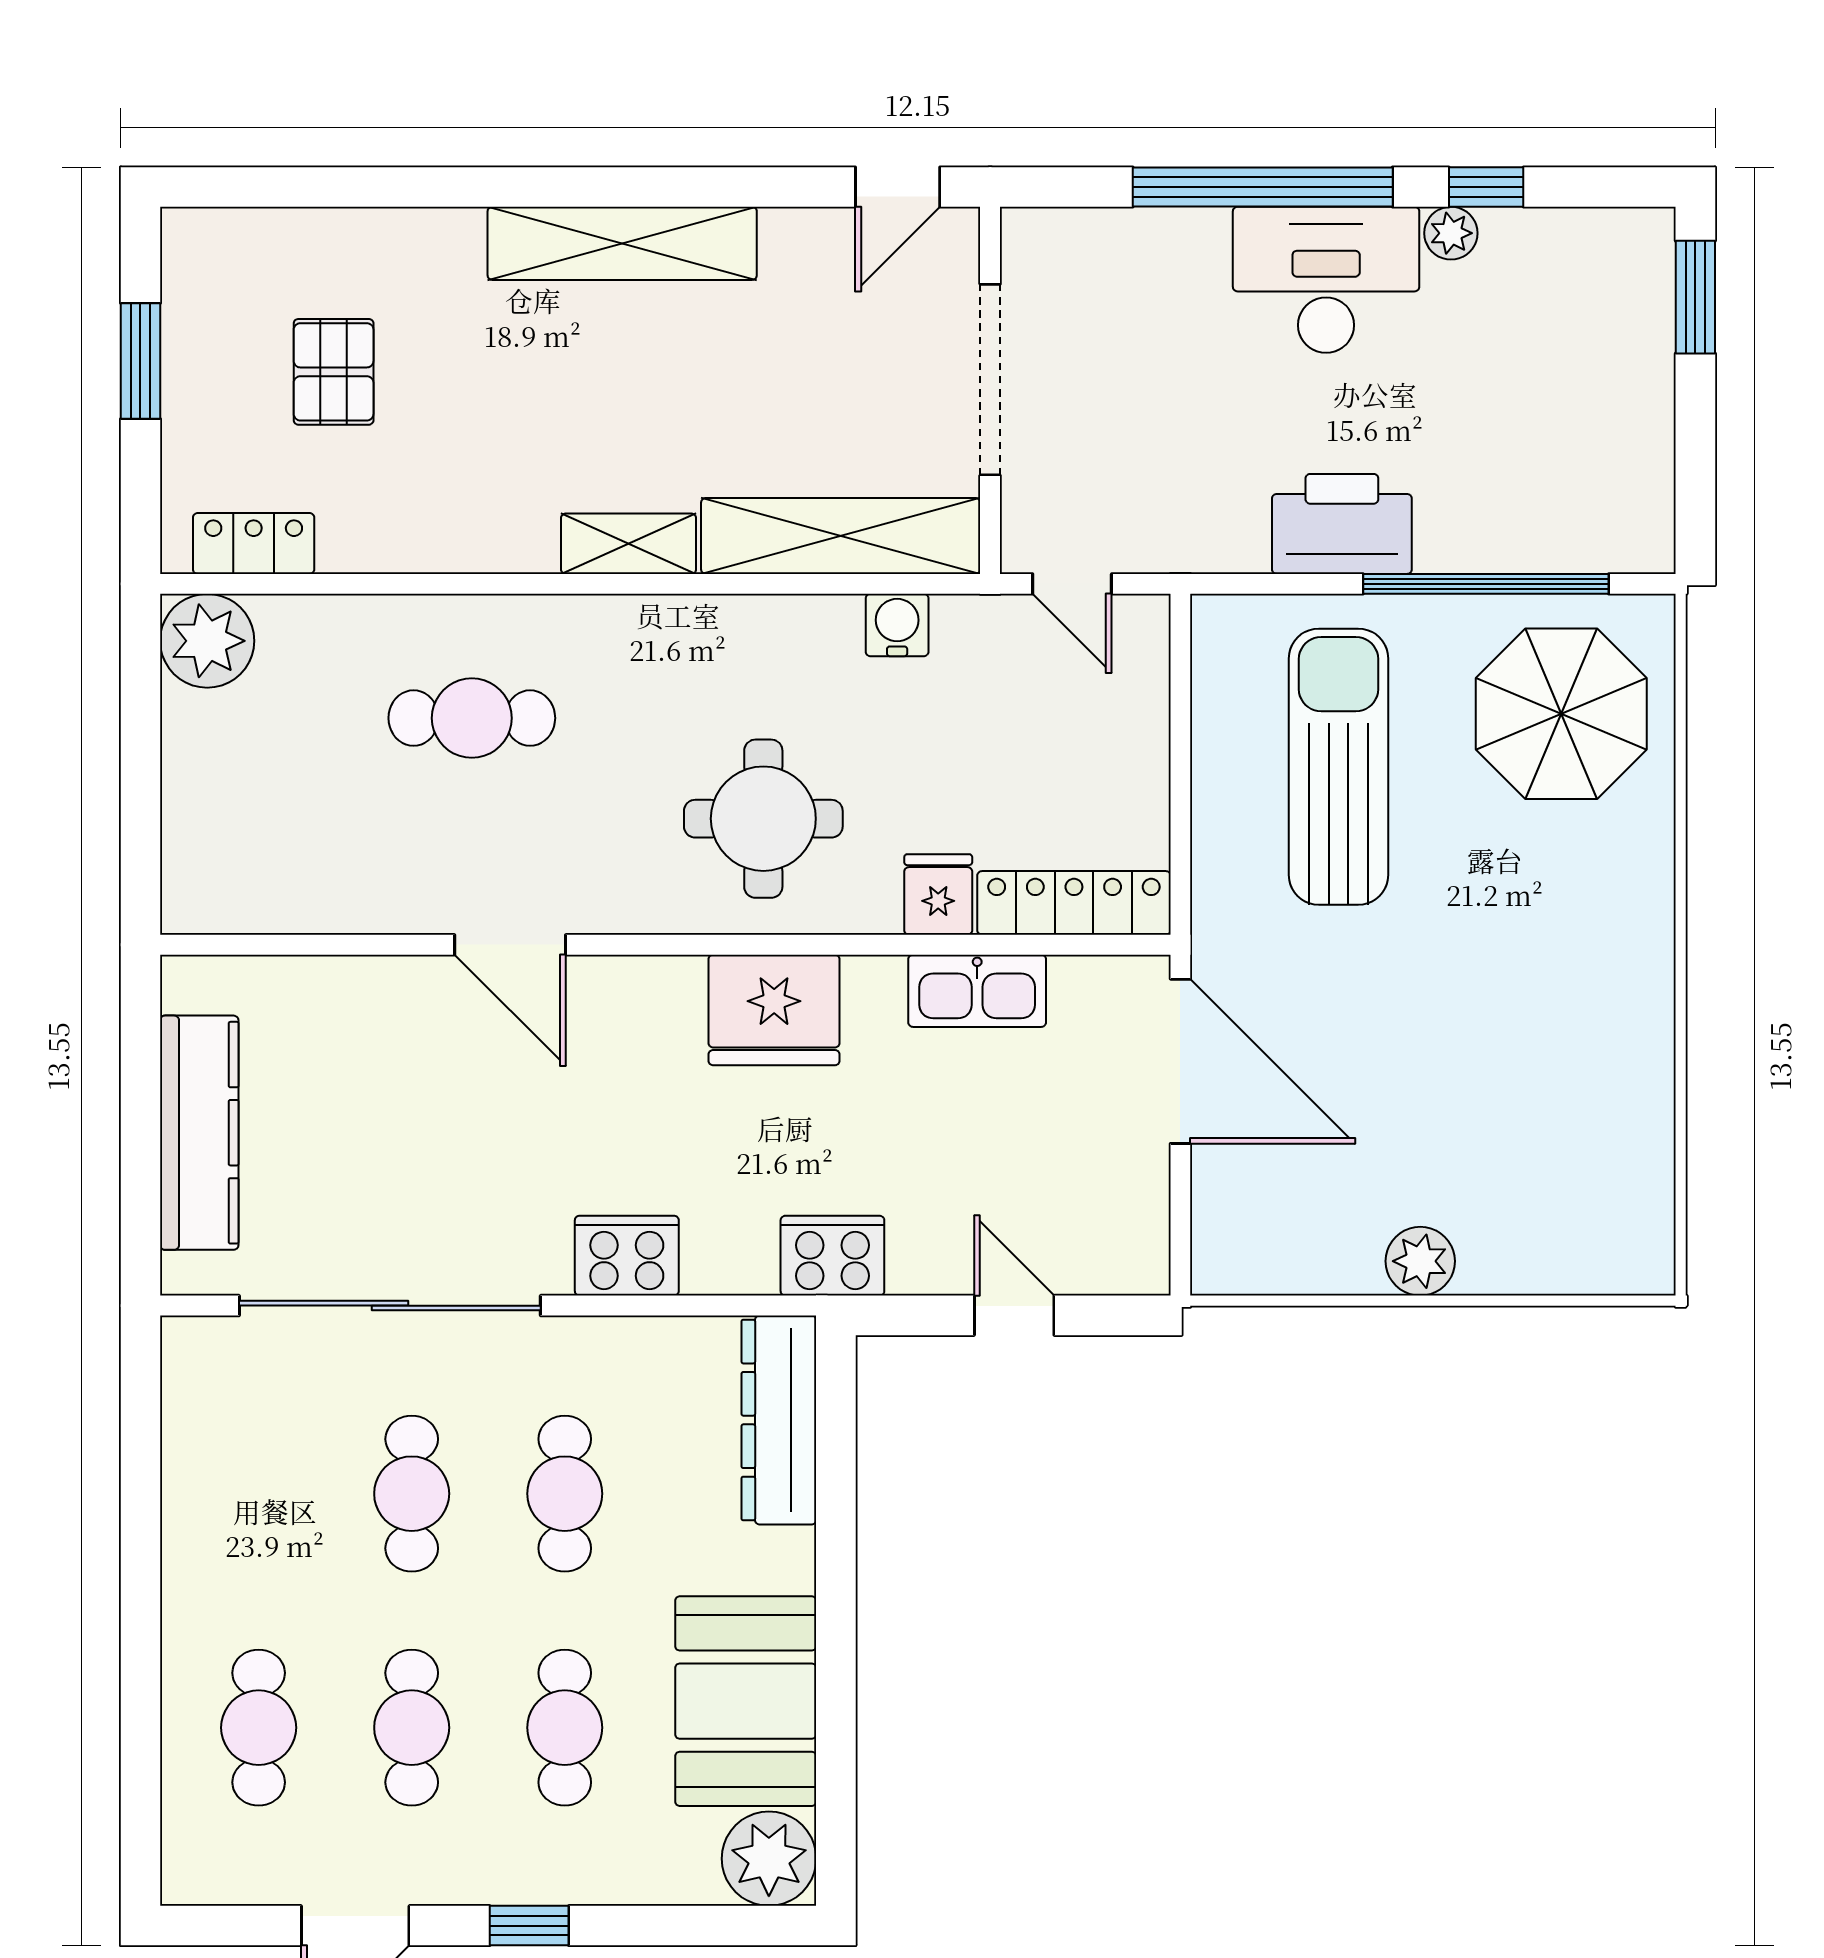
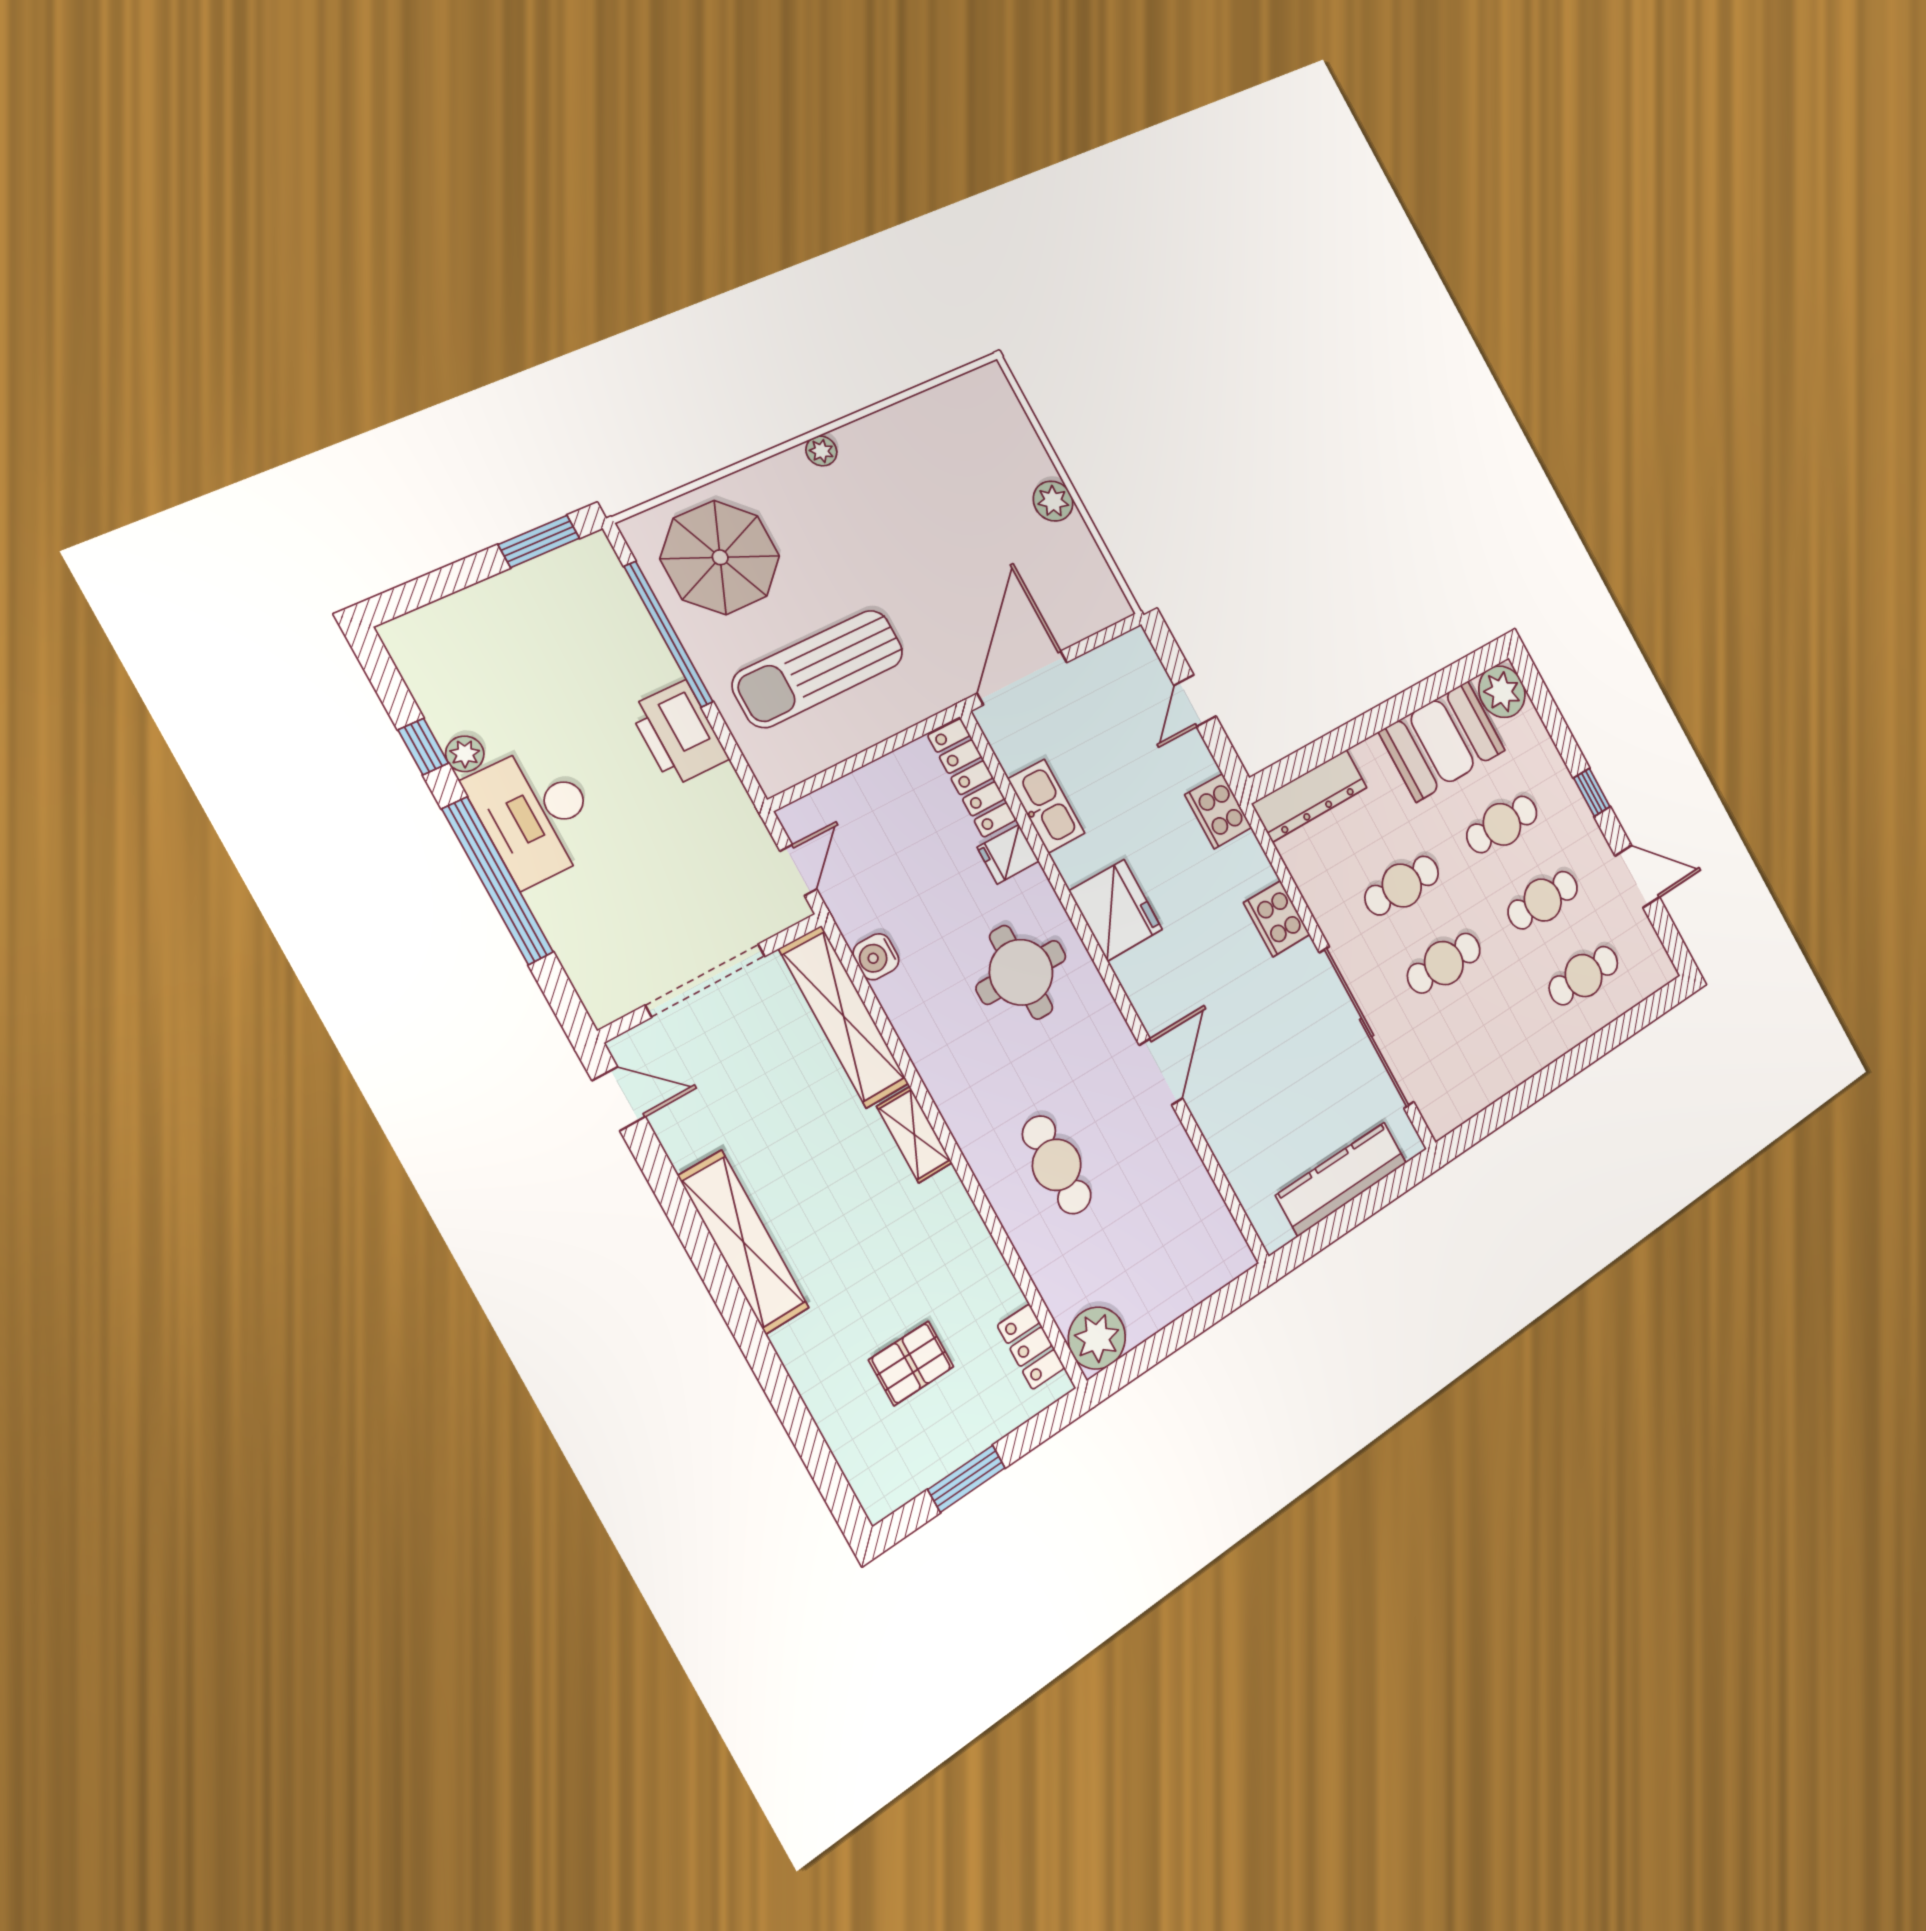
window: (1695, 297) -> (539, 541), moved
plant: (1651, 945) -> (821, 451), added

